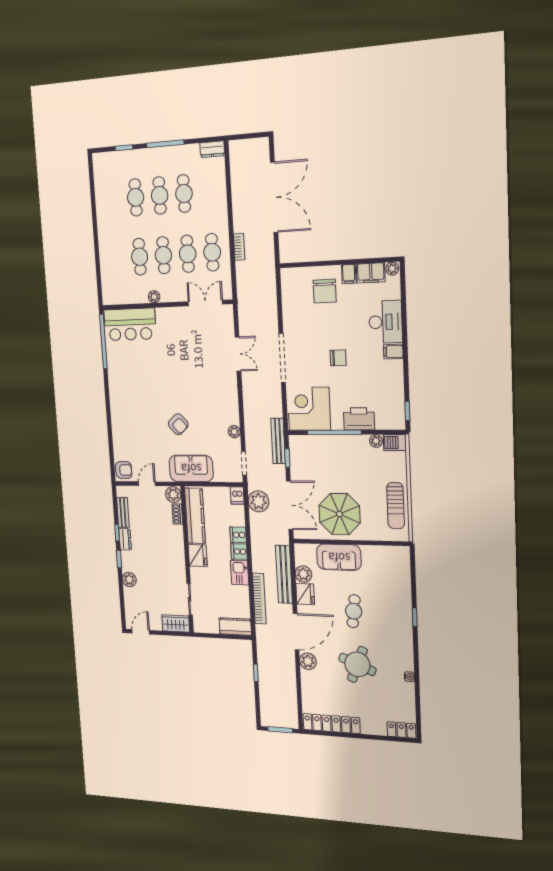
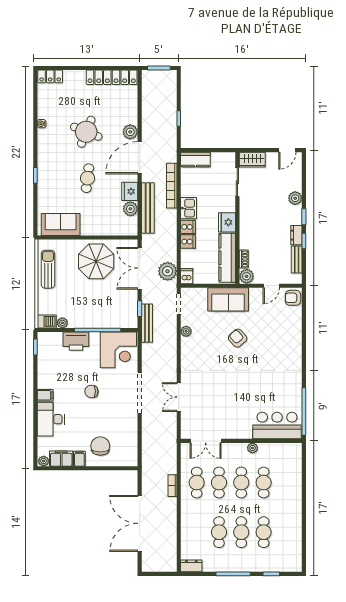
sofa: (339, 557) -> (61, 224), moved

